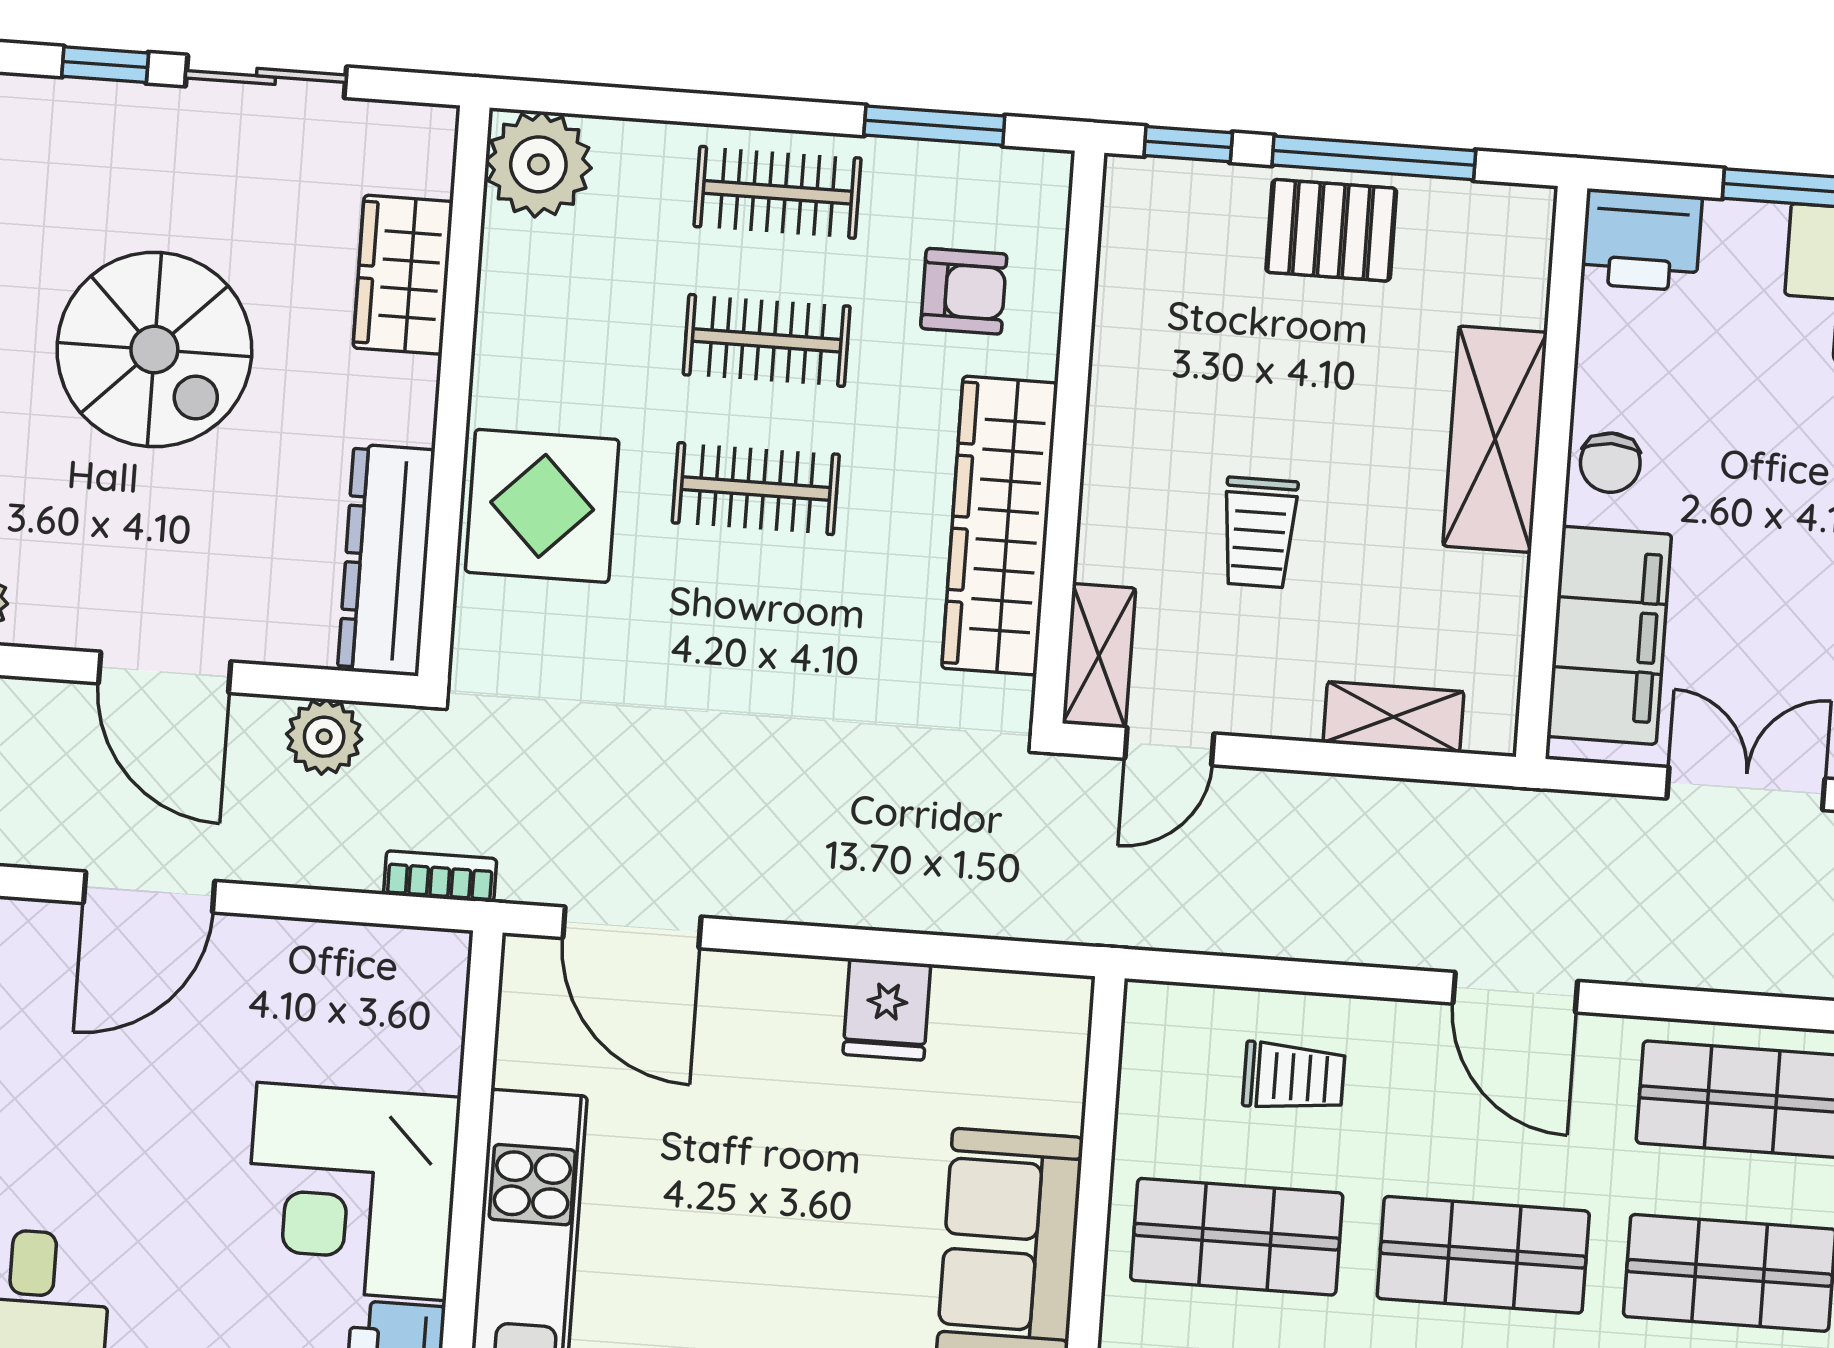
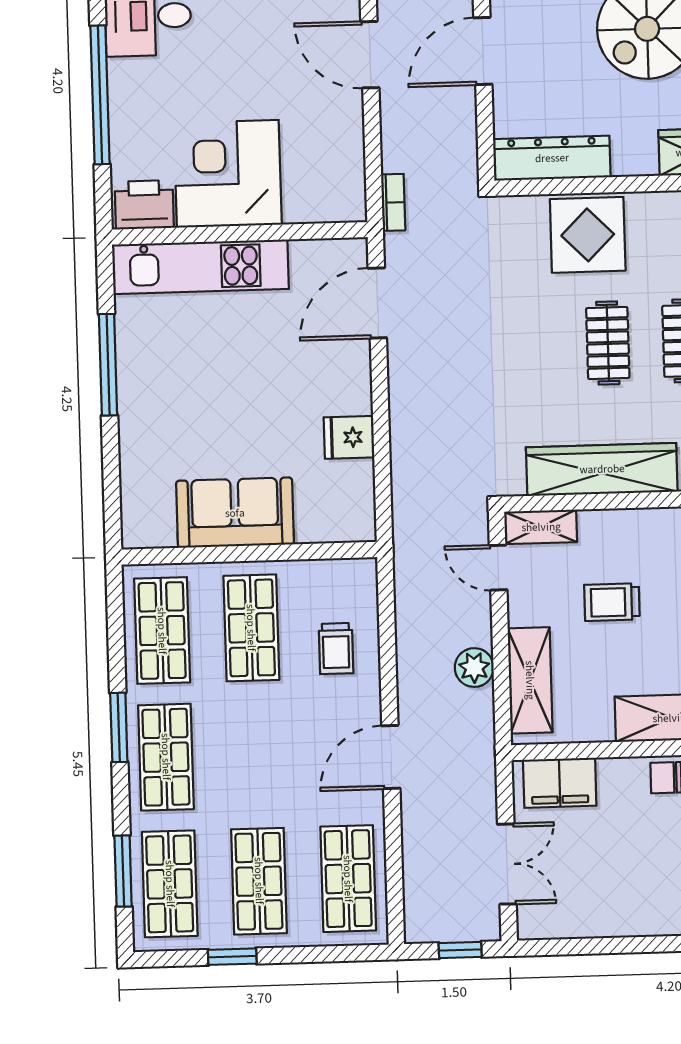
filing cabinet: (1609, 635) -> (560, 783), width x0.67, depth x0.86
shelving: (1394, 717) -> (530, 680), width x1.50, depth x1.33
plant: (324, 737) -> (474, 668), moved
shop shelf: (1483, 1255) -> (255, 755), removed

